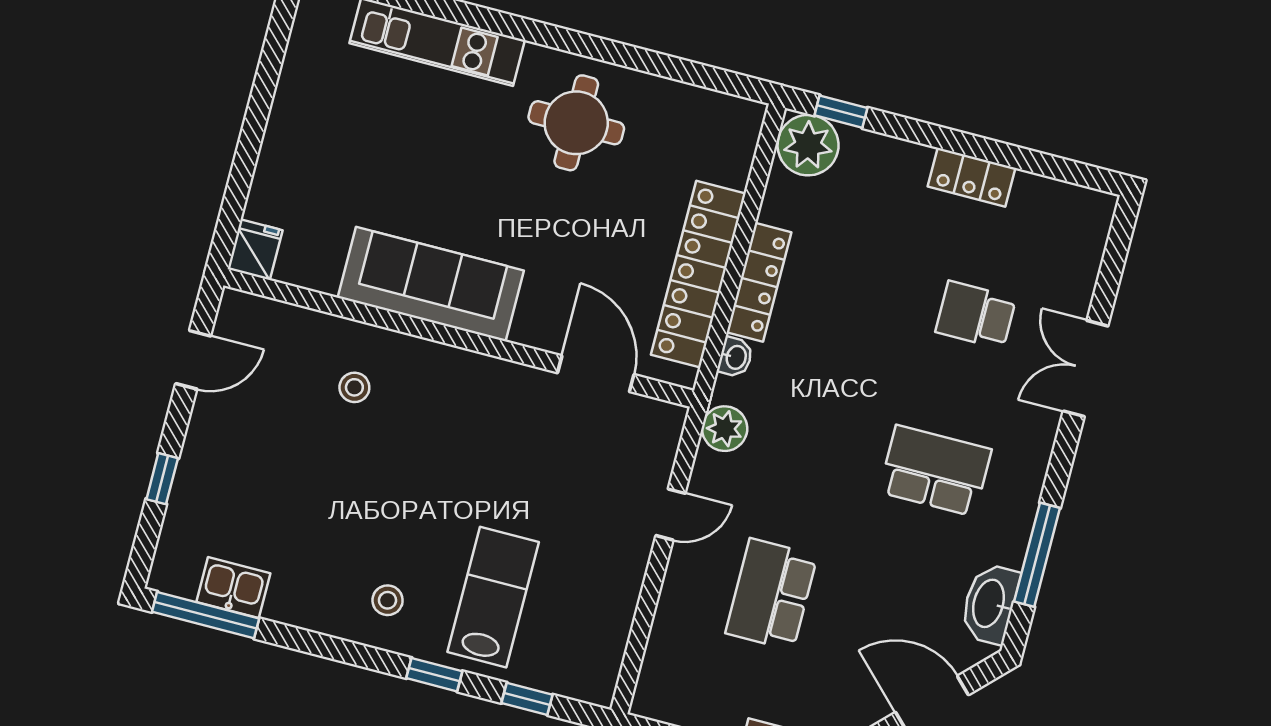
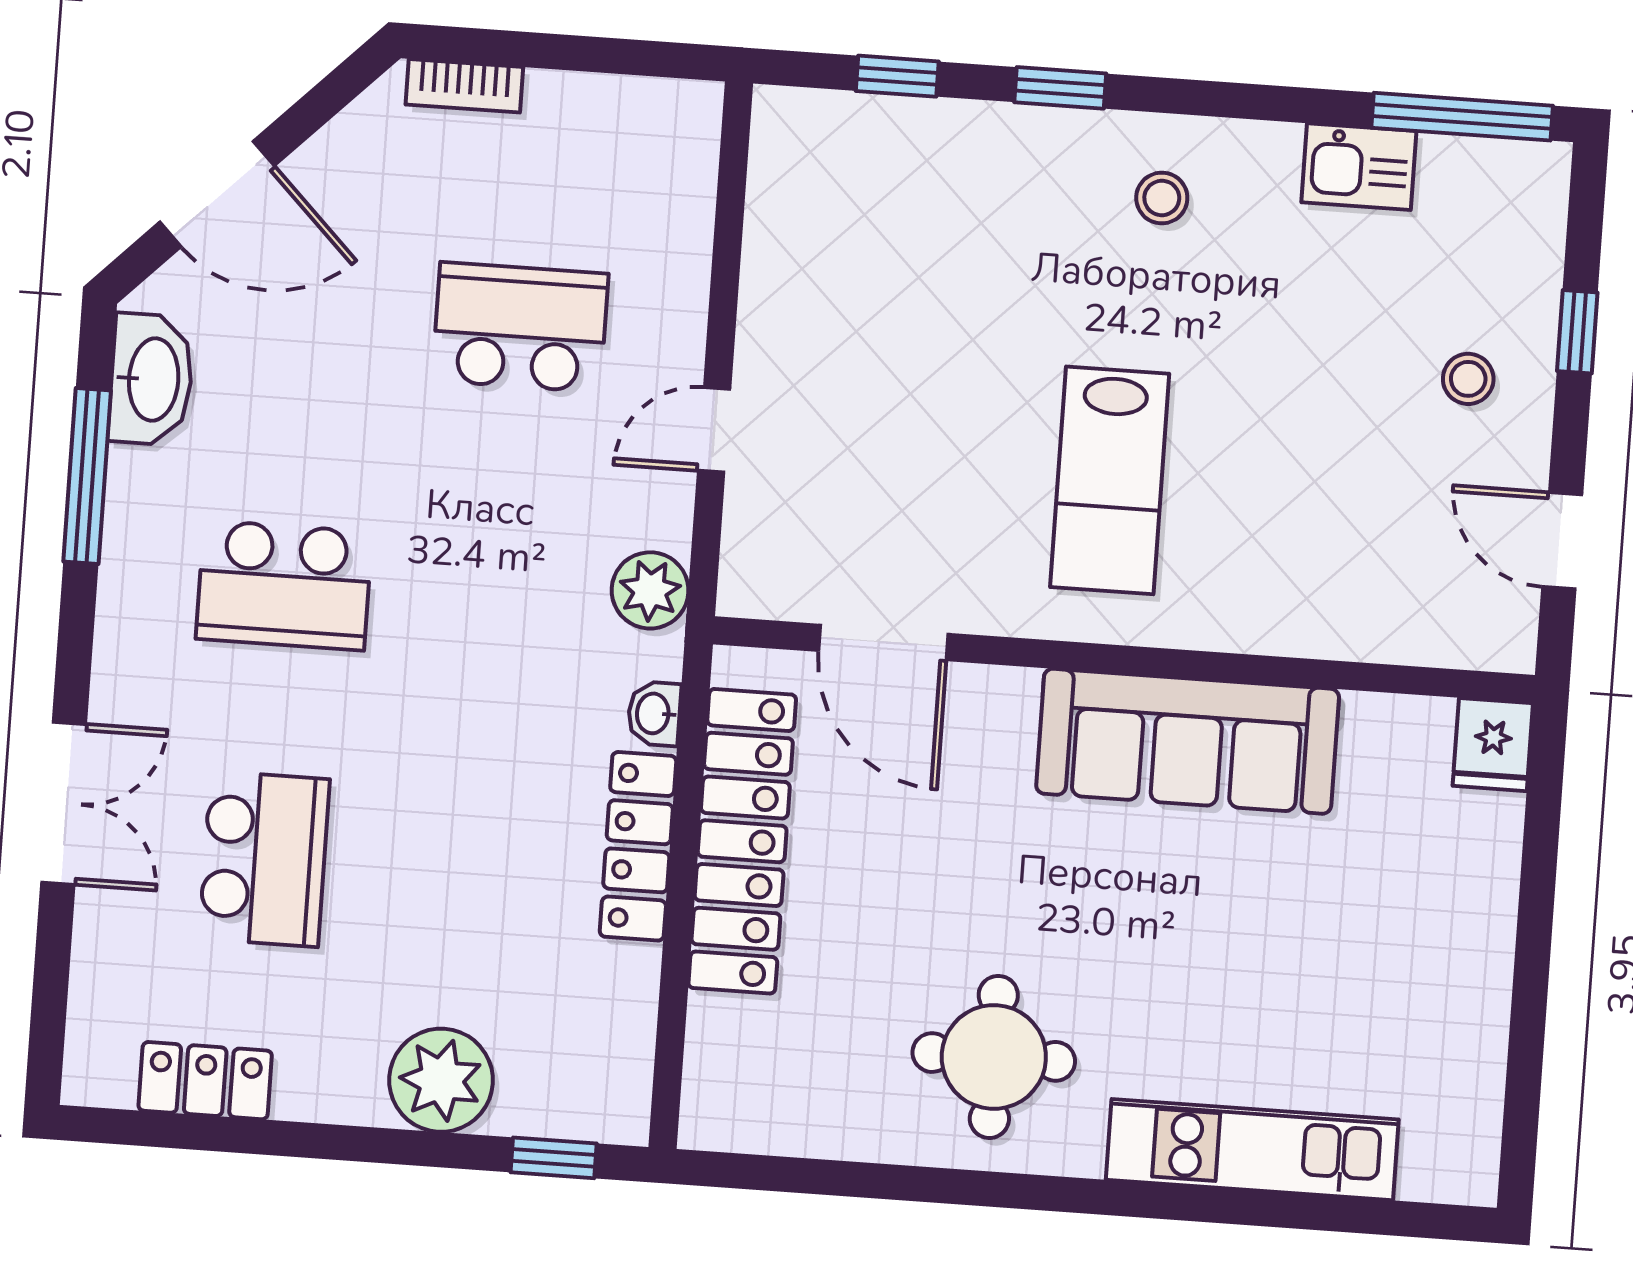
plant: (808, 145) -> (441, 1080), moved
locker: (971, 177) -> (205, 1081), moved
school desk: (976, 315) -> (264, 859), width x1.85
door: (193, 360) -> (1562, 541), hinge flipped
stool: (354, 387) -> (1468, 379), moved
kitchen sink: (233, 588) -> (1359, 167), moved
school desk: (771, 594) -> (520, 327), turned -90
lab bench: (493, 597) -> (1110, 480), moved

